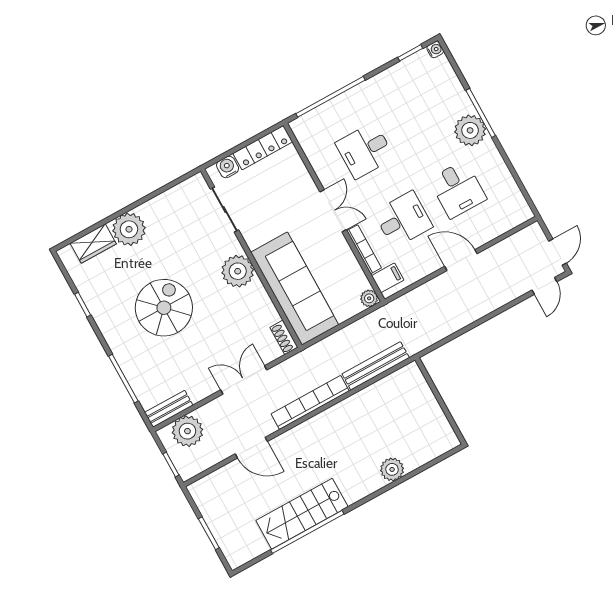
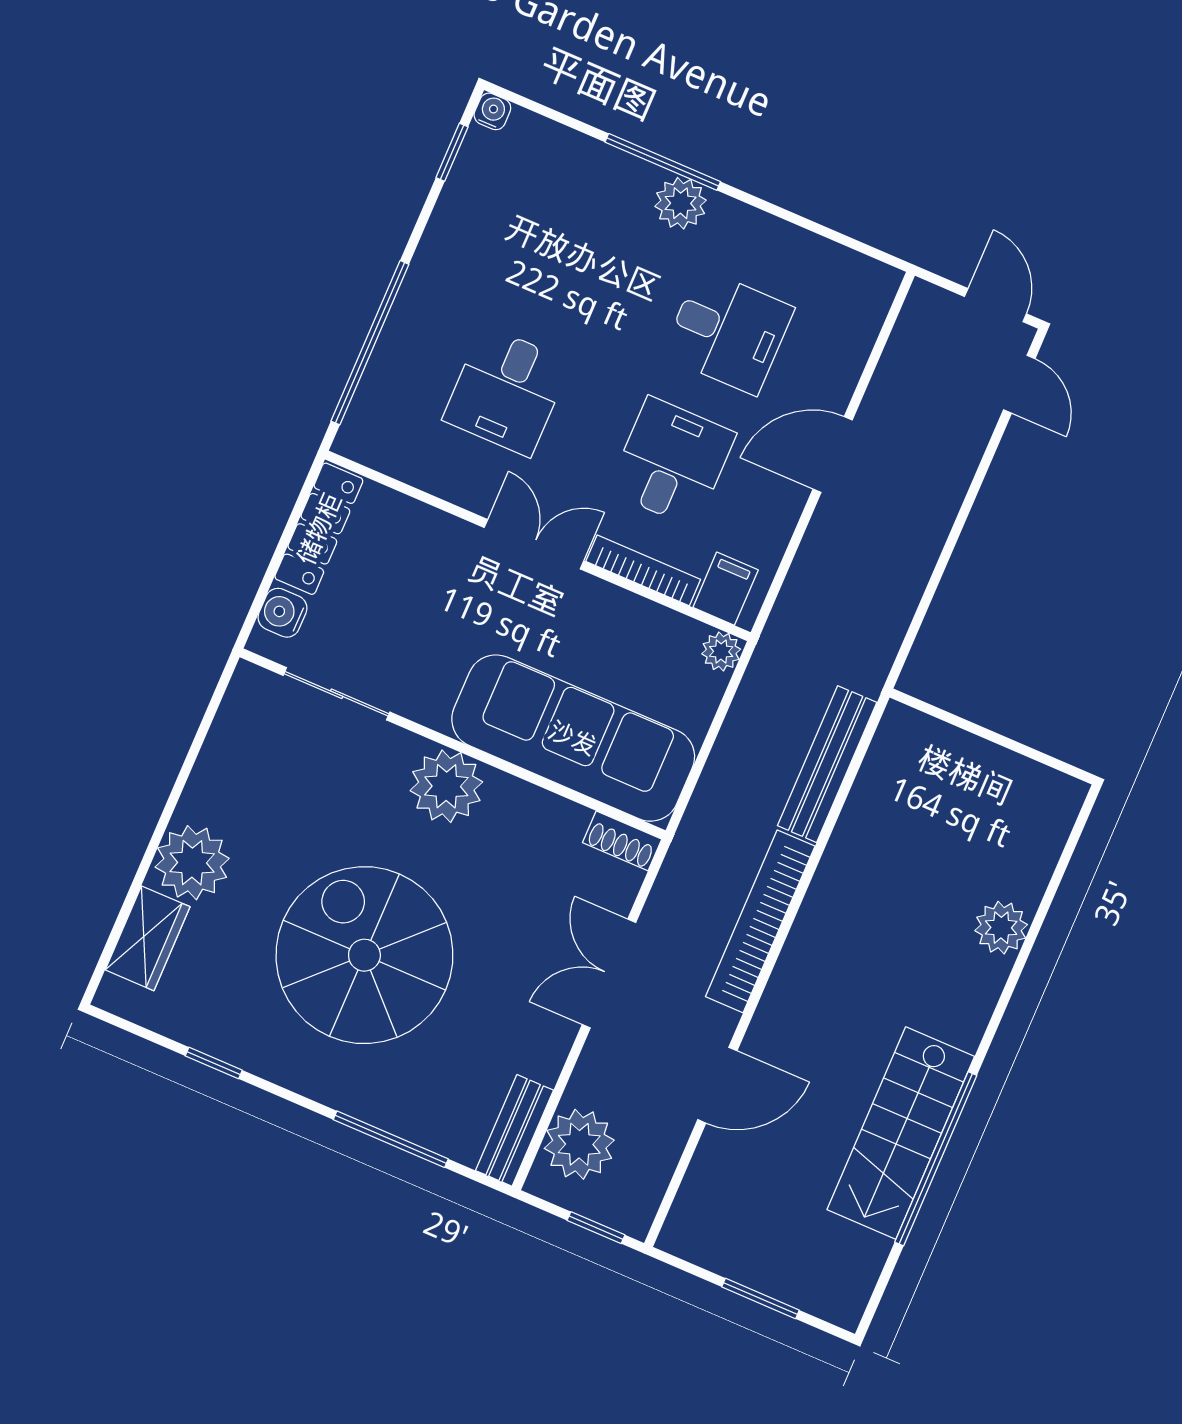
plant: (470, 130) -> (681, 203), width x0.73, depth x0.73
spiral stairs: (164, 308) -> (364, 955), width x1.37, depth x1.37

